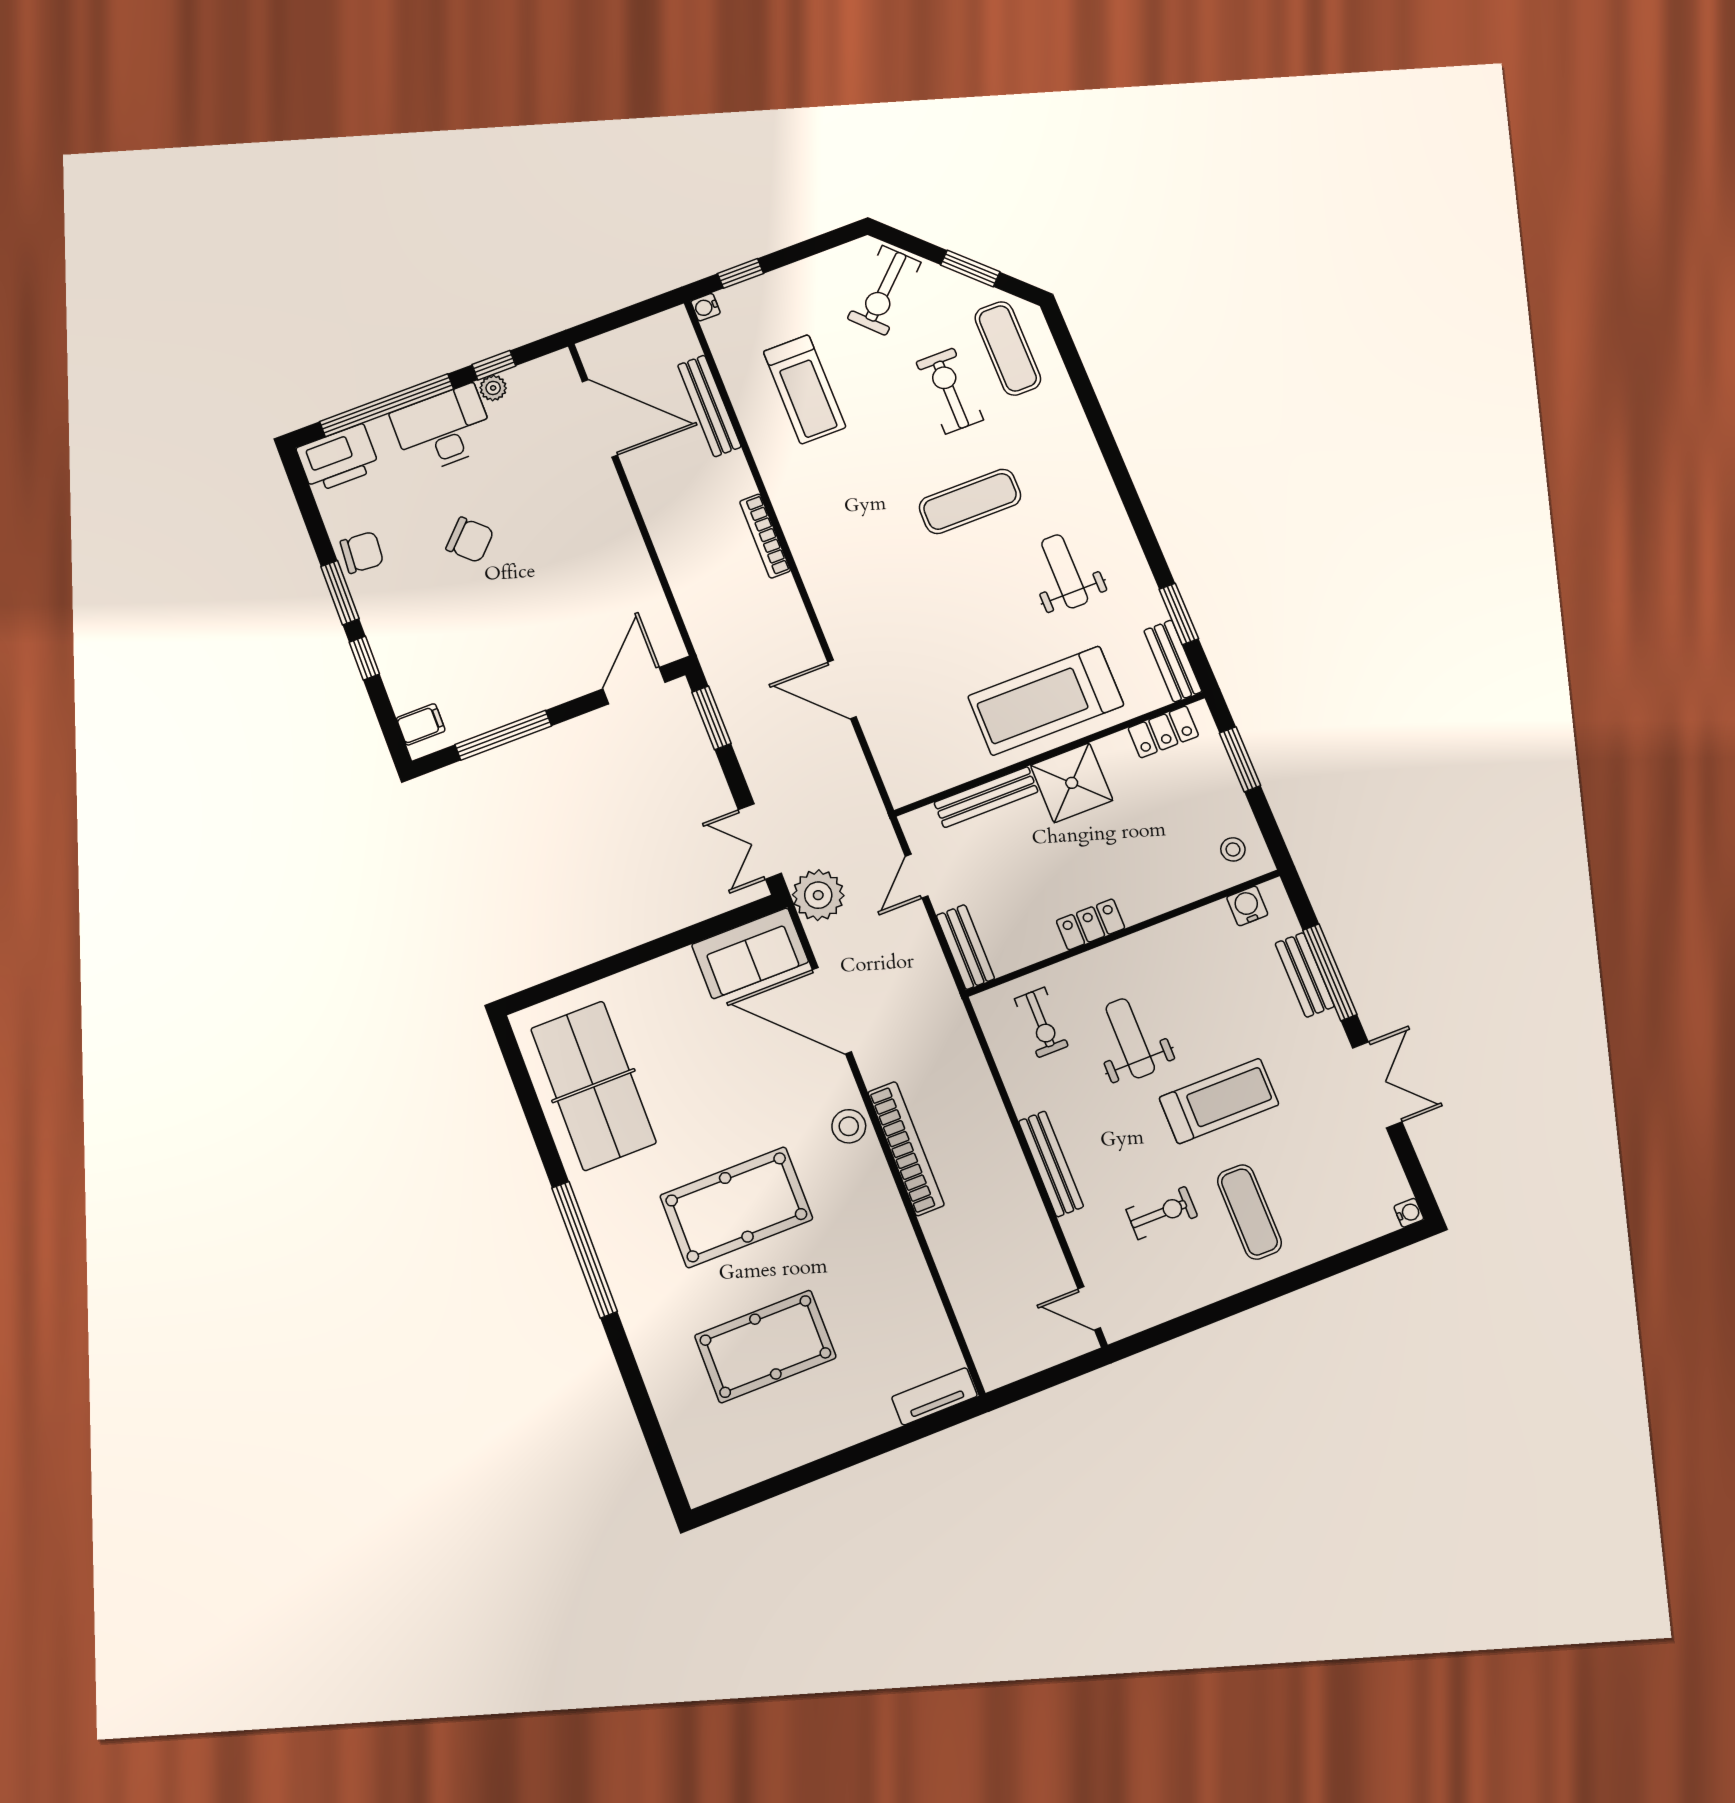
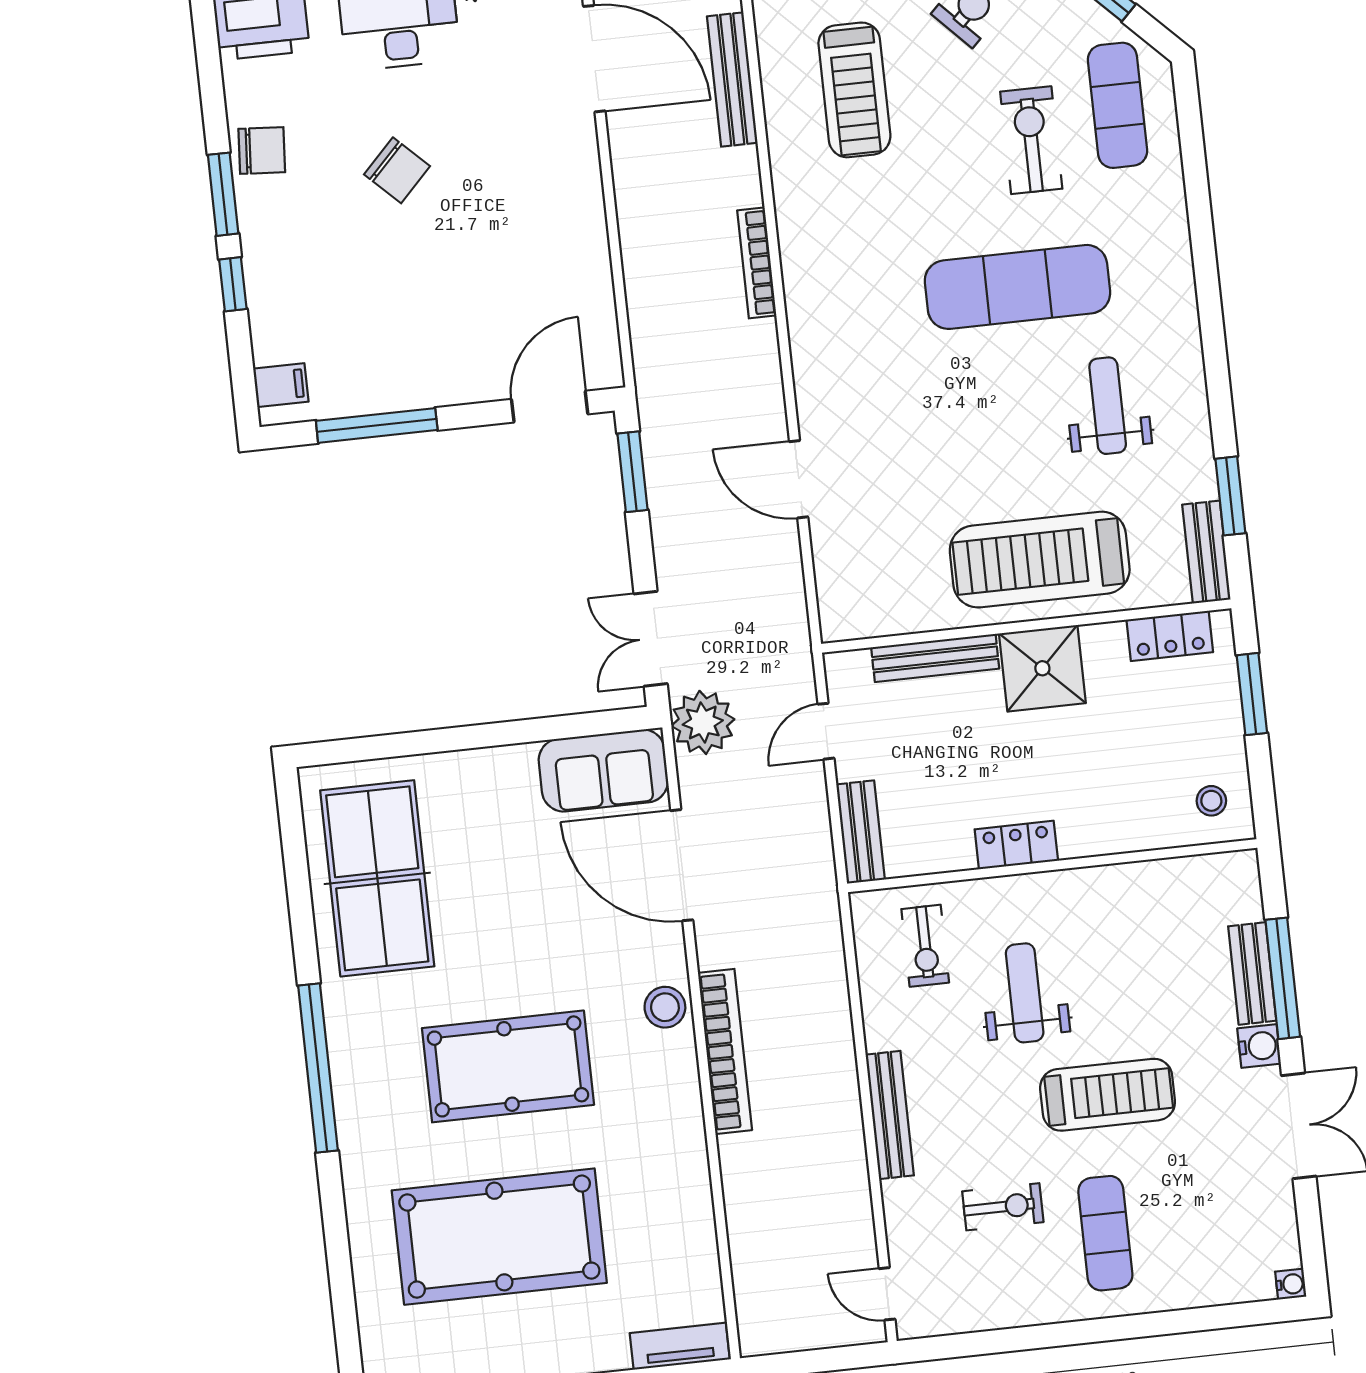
exercise mat: (970, 501) -> (1017, 287), width x1.36, depth x1.45
water cooler: (1247, 906) -> (1259, 1046), moved, turned 90
pool table: (765, 1347) -> (499, 1237), width x1.36, depth x1.32

